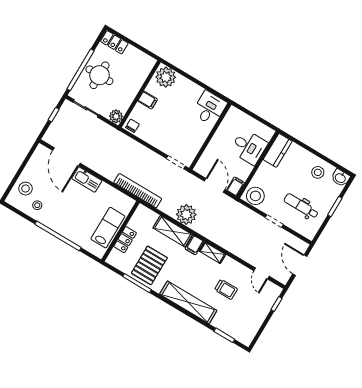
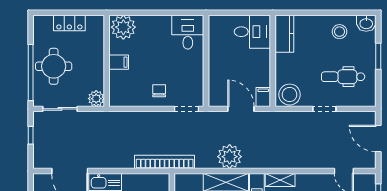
locker: (114, 42) -> (69, 23), moved
chair: (132, 126) -> (159, 91), moved
desk: (249, 147) -> (252, 32), moved

